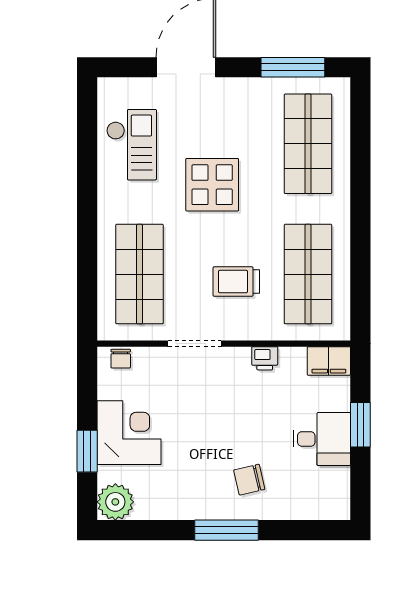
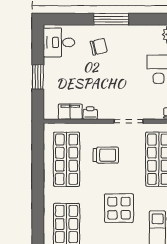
filing cabinet: (329, 361) -> (70, 112), moved
desk: (322, 439) -> (59, 42), moved

